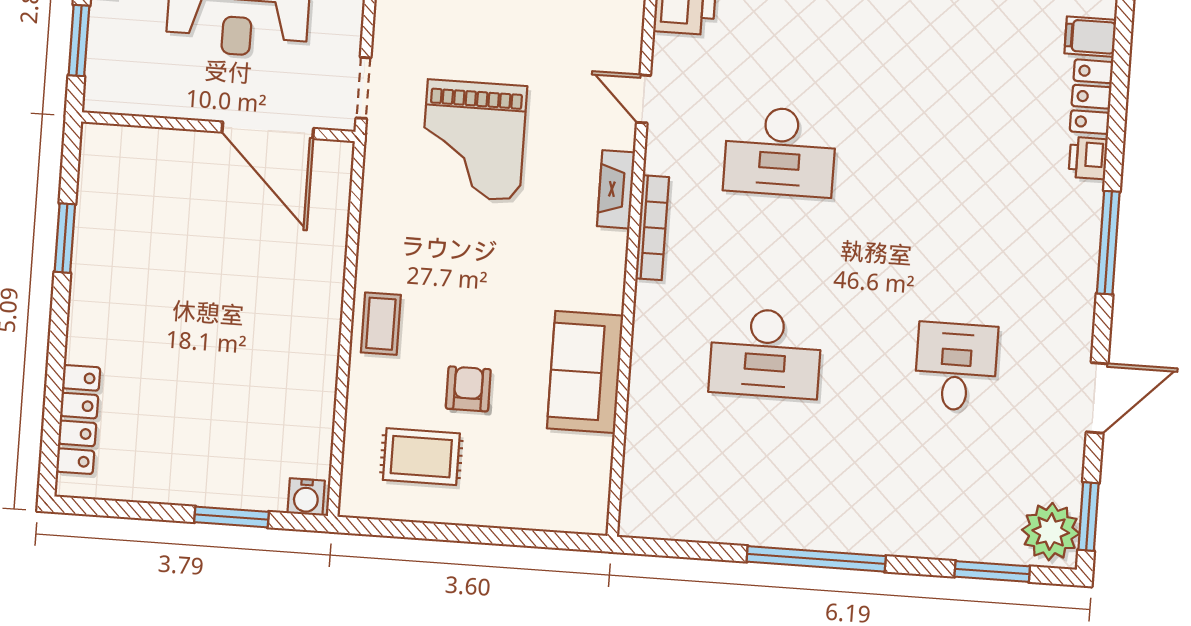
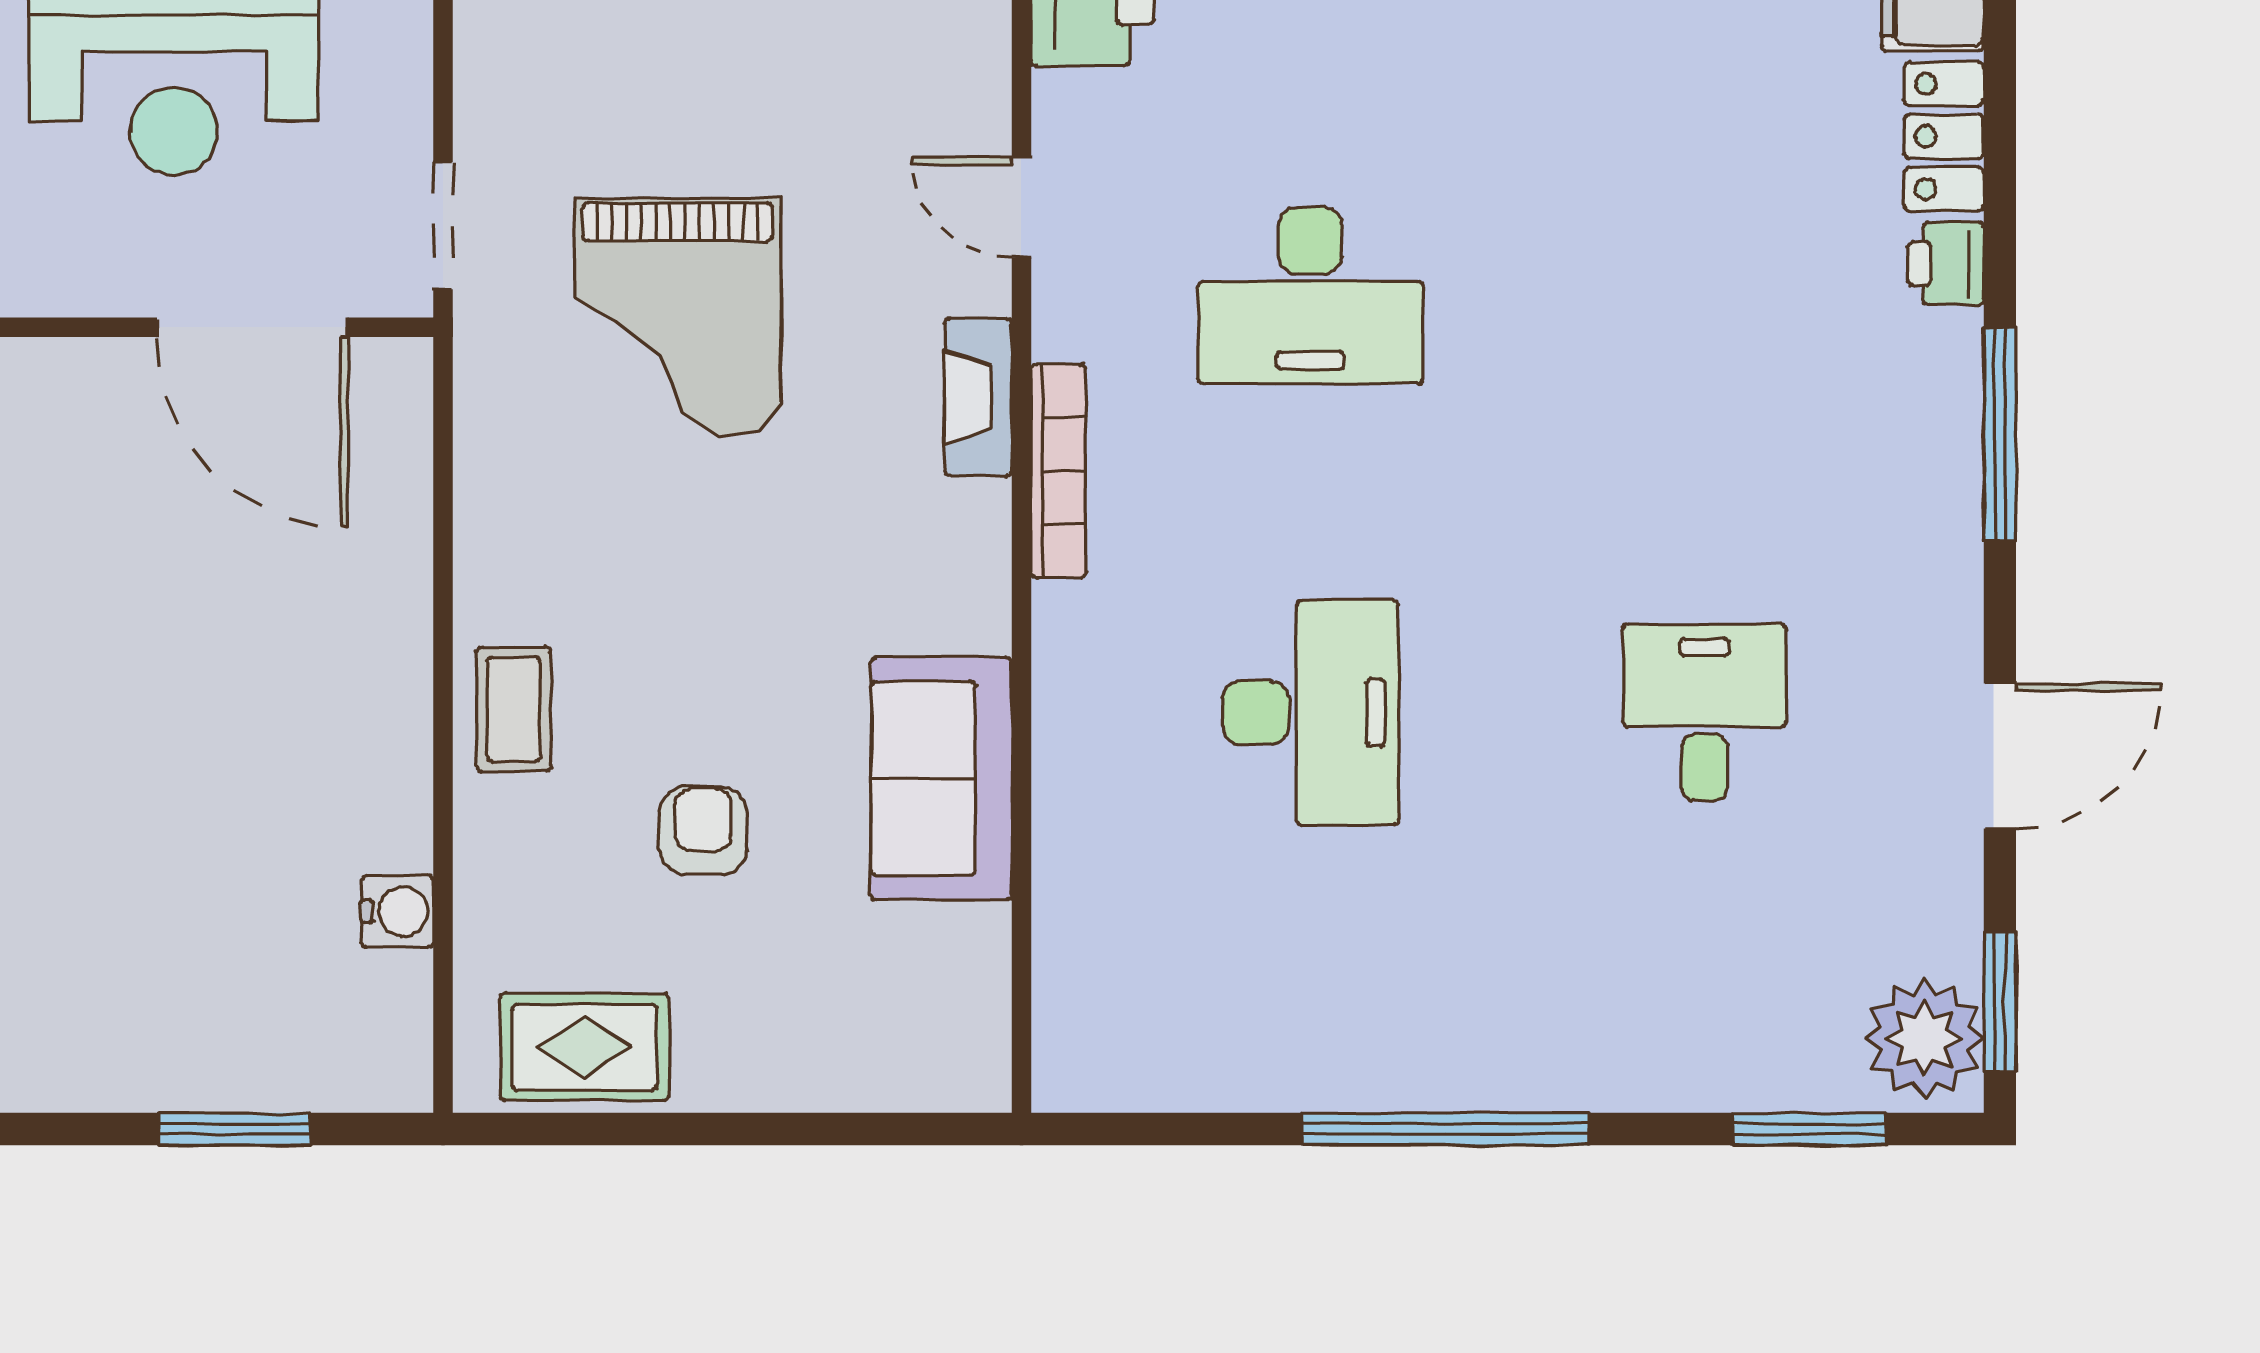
desk: (765, 353) -> (1310, 713), turned -90
rug: (421, 457) -> (584, 1047), moved
water cooler: (306, 497) -> (397, 911), moved, turned -90

